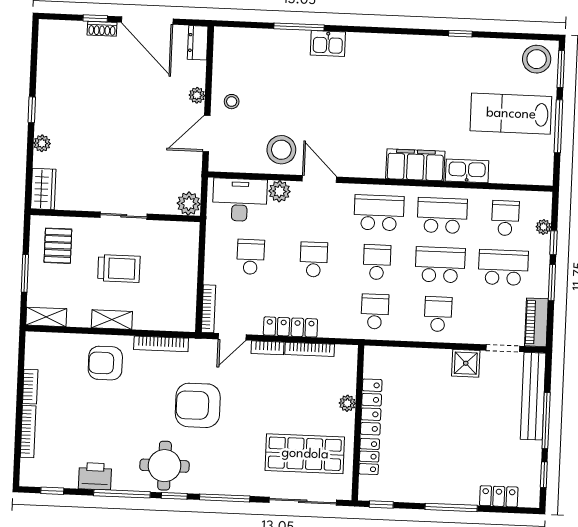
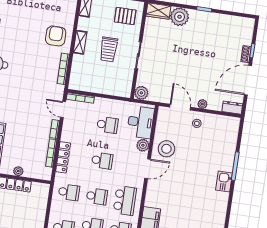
plant: (42, 143) -> (180, 17), width x1.87, depth x1.87
locker: (290, 327) -> (63, 157), moved
armchair: (198, 405) -> (26, 86), removed

